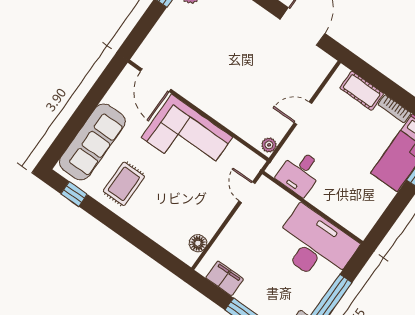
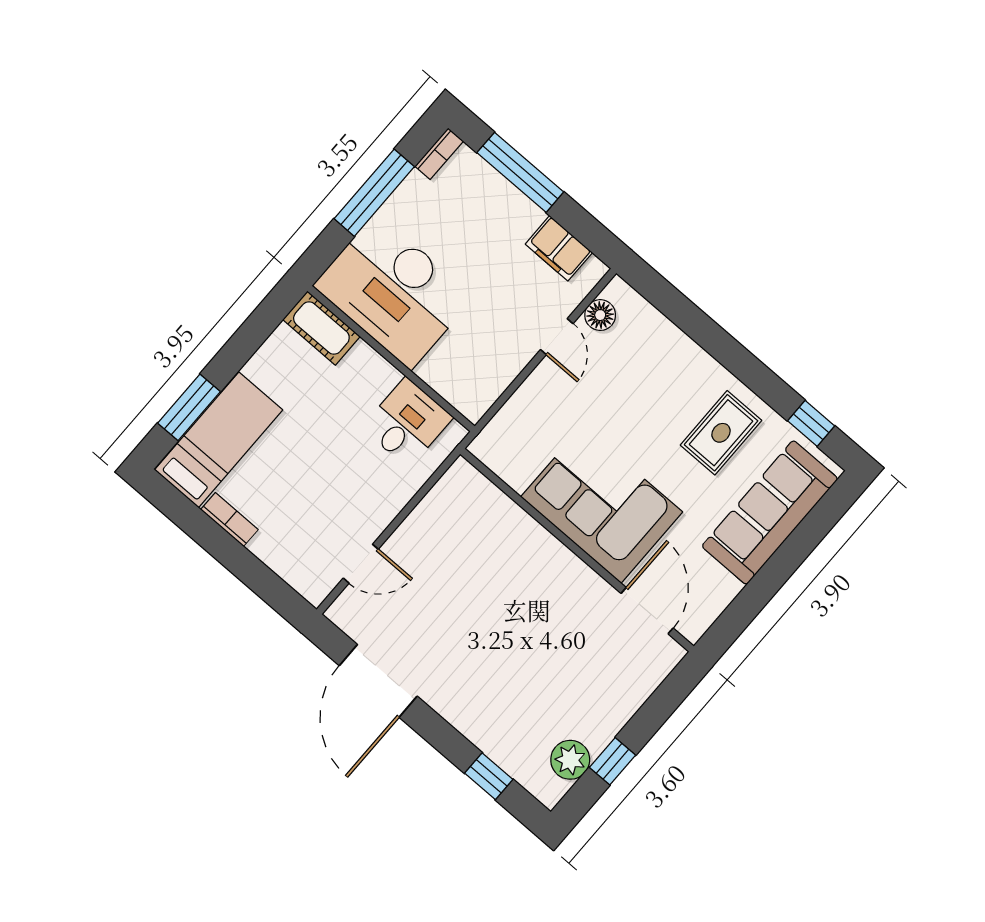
cot: (362, 91) -> (321, 328), moved
door: (303, 113) -> (361, 564), moved
plant: (269, 145) -> (458, 477), removed
door: (247, 192) -> (557, 337), moved

